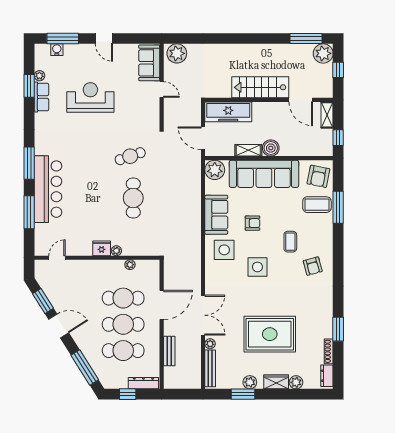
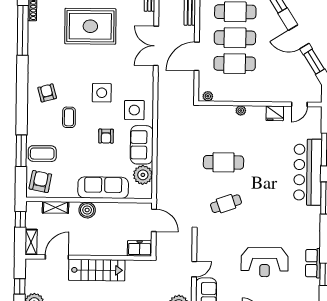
plant: (39, 76) -> (315, 284), removed
door: (162, 89) -> (194, 269), swing flipped
door: (301, 100) -> (57, 257), hinge flipped
freezer: (228, 112) -> (140, 248), width x0.52, depth x0.79
shelving: (248, 150) -> (56, 207), moved
plant: (215, 170) -> (143, 175), moved
sofa: (264, 174) -> (103, 188), width x0.74, depth x0.79
cafe table: (133, 198) -> (224, 162), turned 90
armchair: (253, 223) -> (106, 136), turned -90
fridge: (102, 248) -> (275, 113), moved
plant: (130, 265) -> (208, 96), moved
window: (338, 329) -> (23, 30), width x2.11
plant: (210, 344) -> (149, 17), removed

